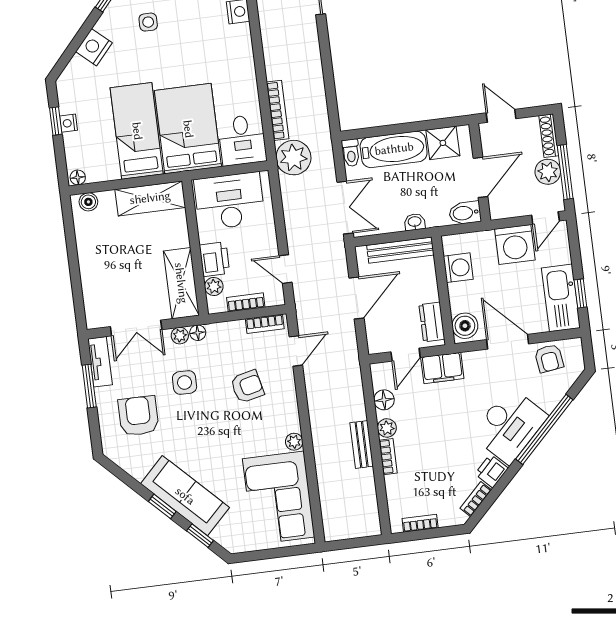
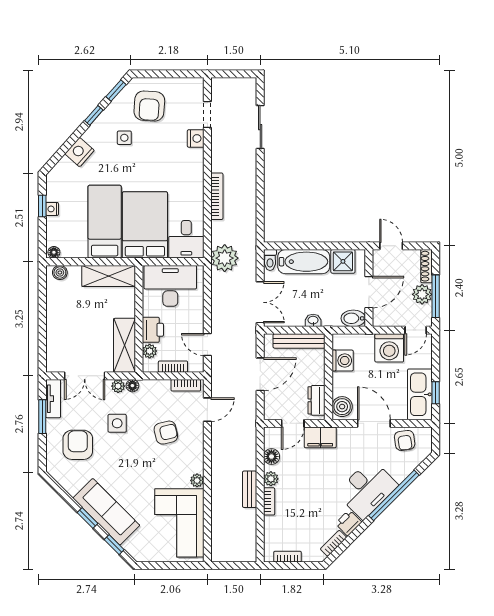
bookcase: (278, 110) -> (217, 196), moved

